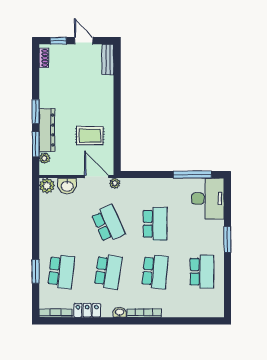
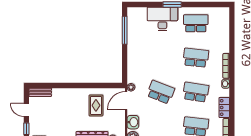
door: (84, 41) -> (26, 110), hinge flipped
desk: (208, 199) -> (162, 19), moved
school desk: (108, 224) -> (161, 92), turned 45
school desk: (155, 224) -> (161, 58), removed

